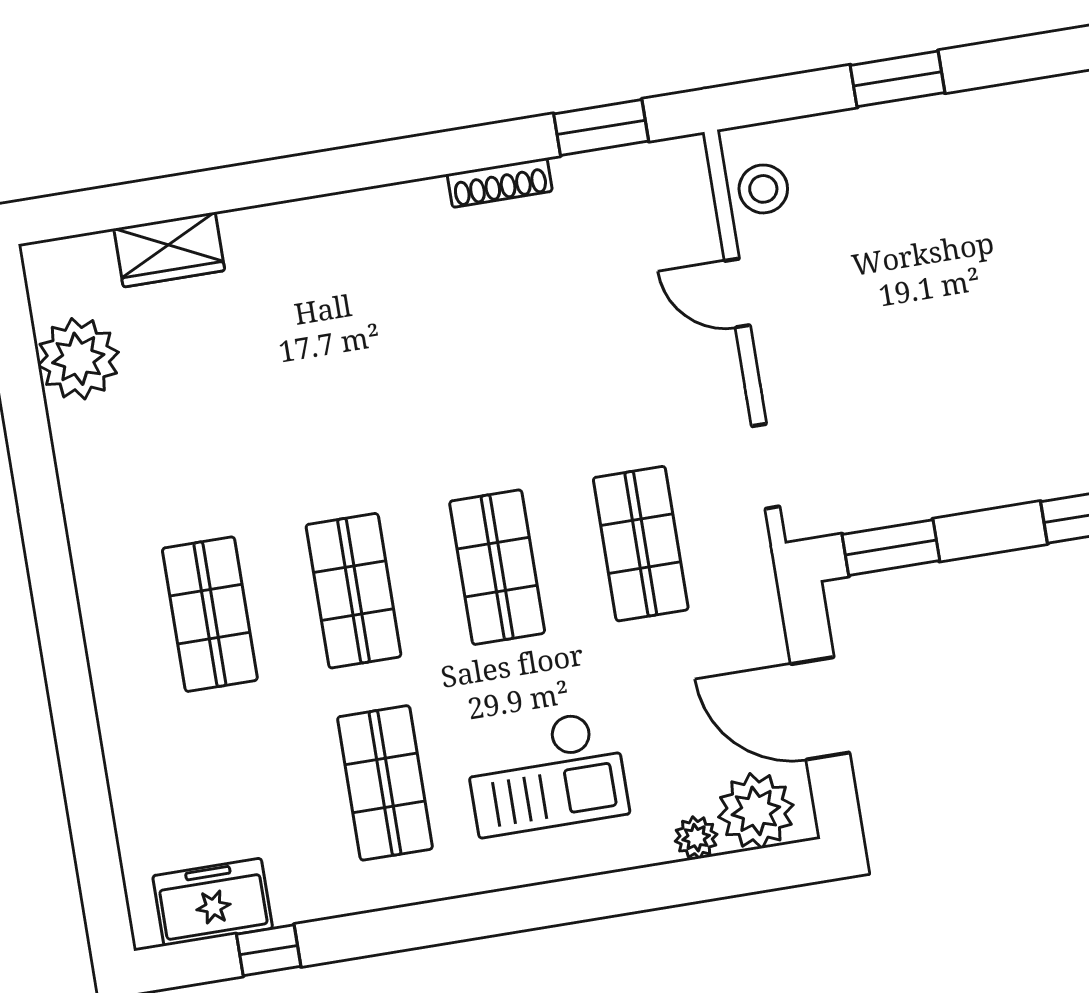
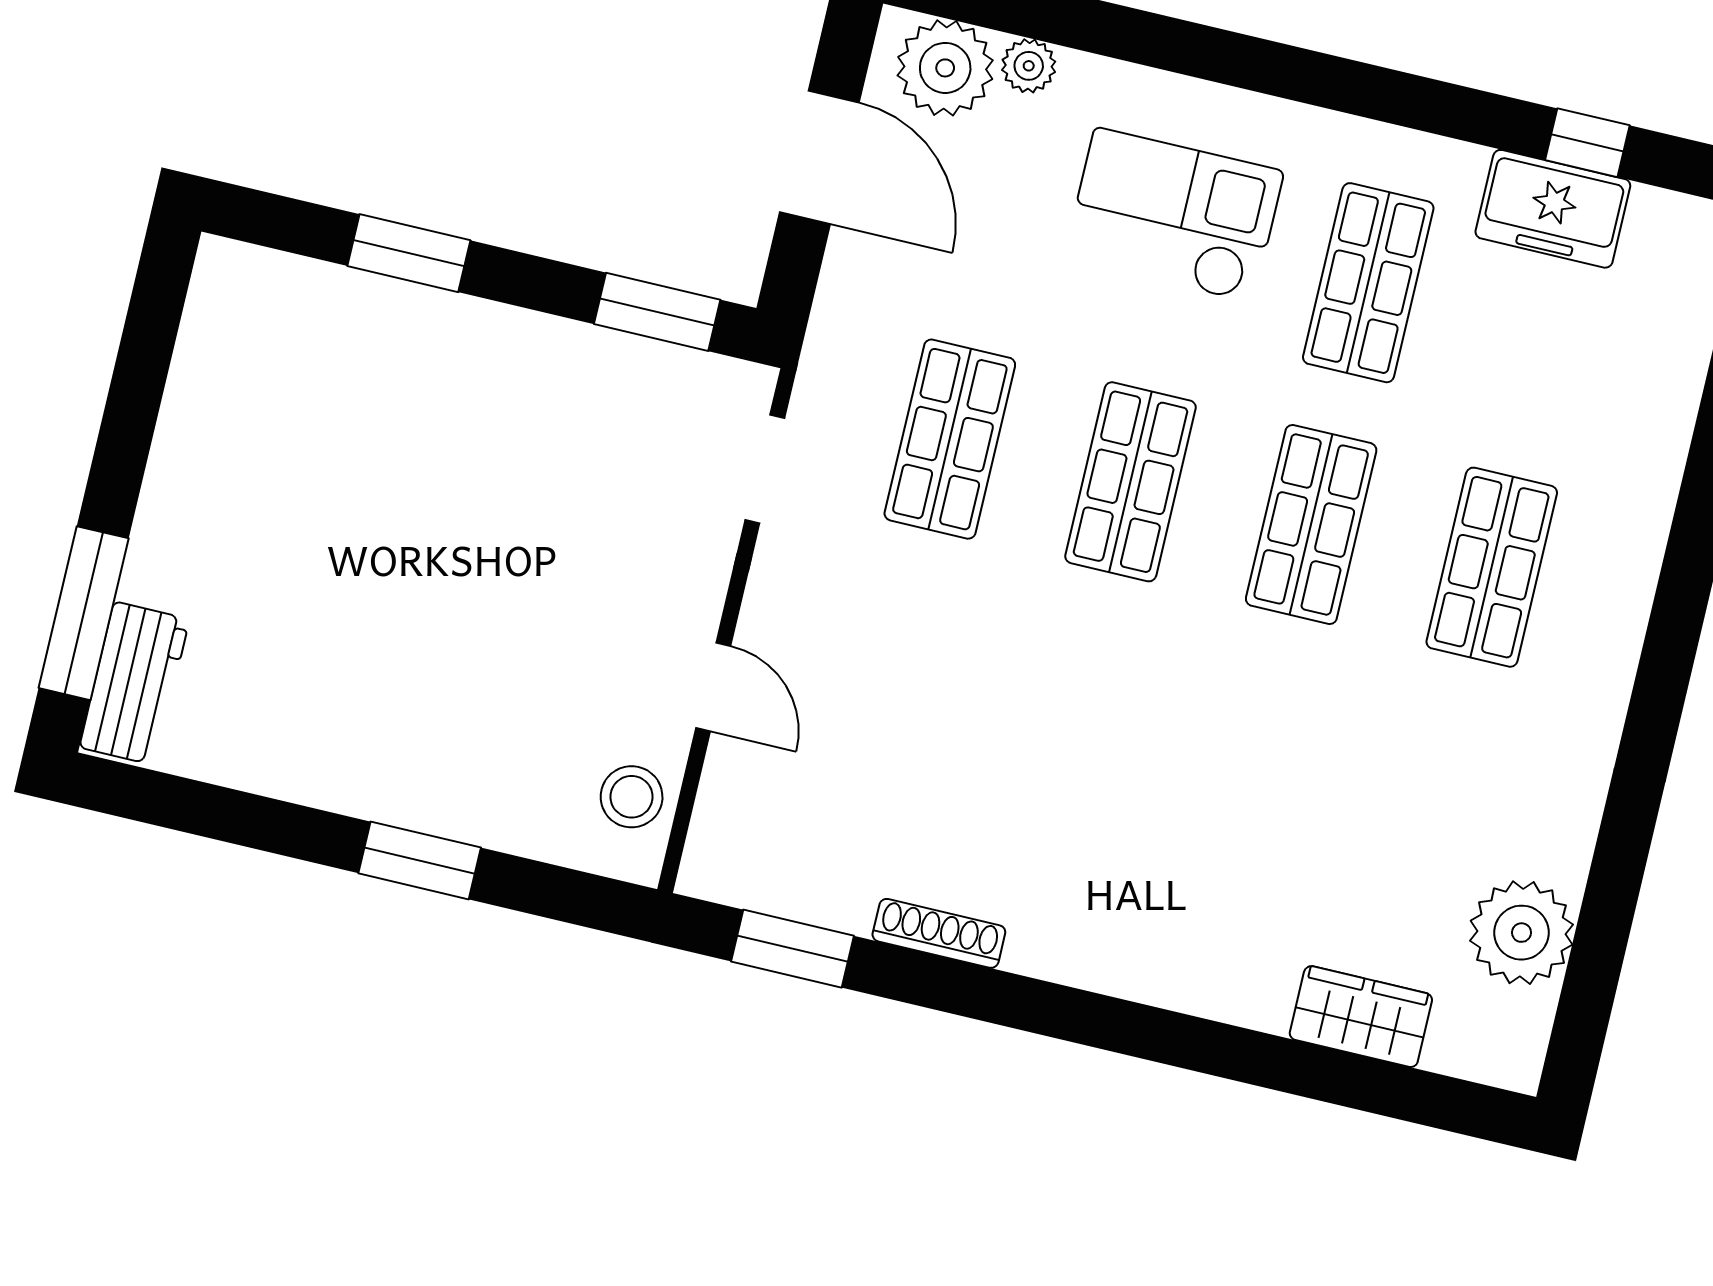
freezer: (213, 902) -> (1553, 209), moved

